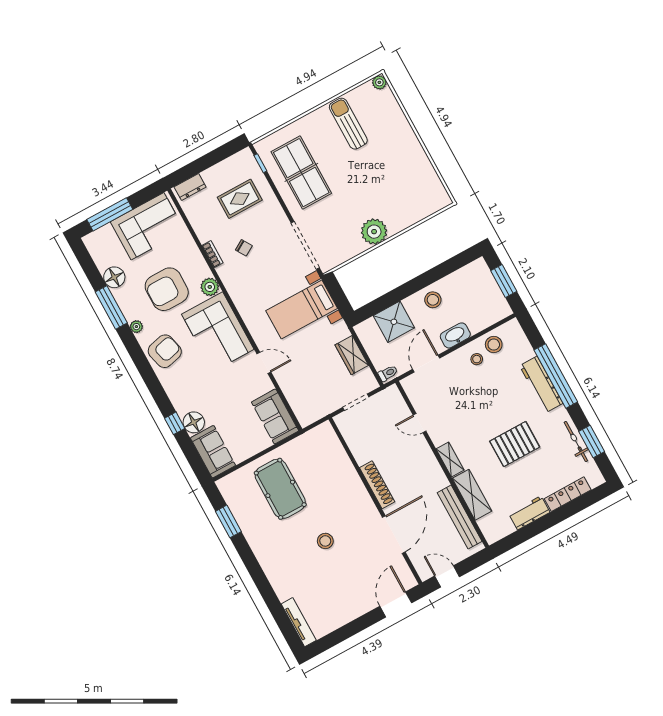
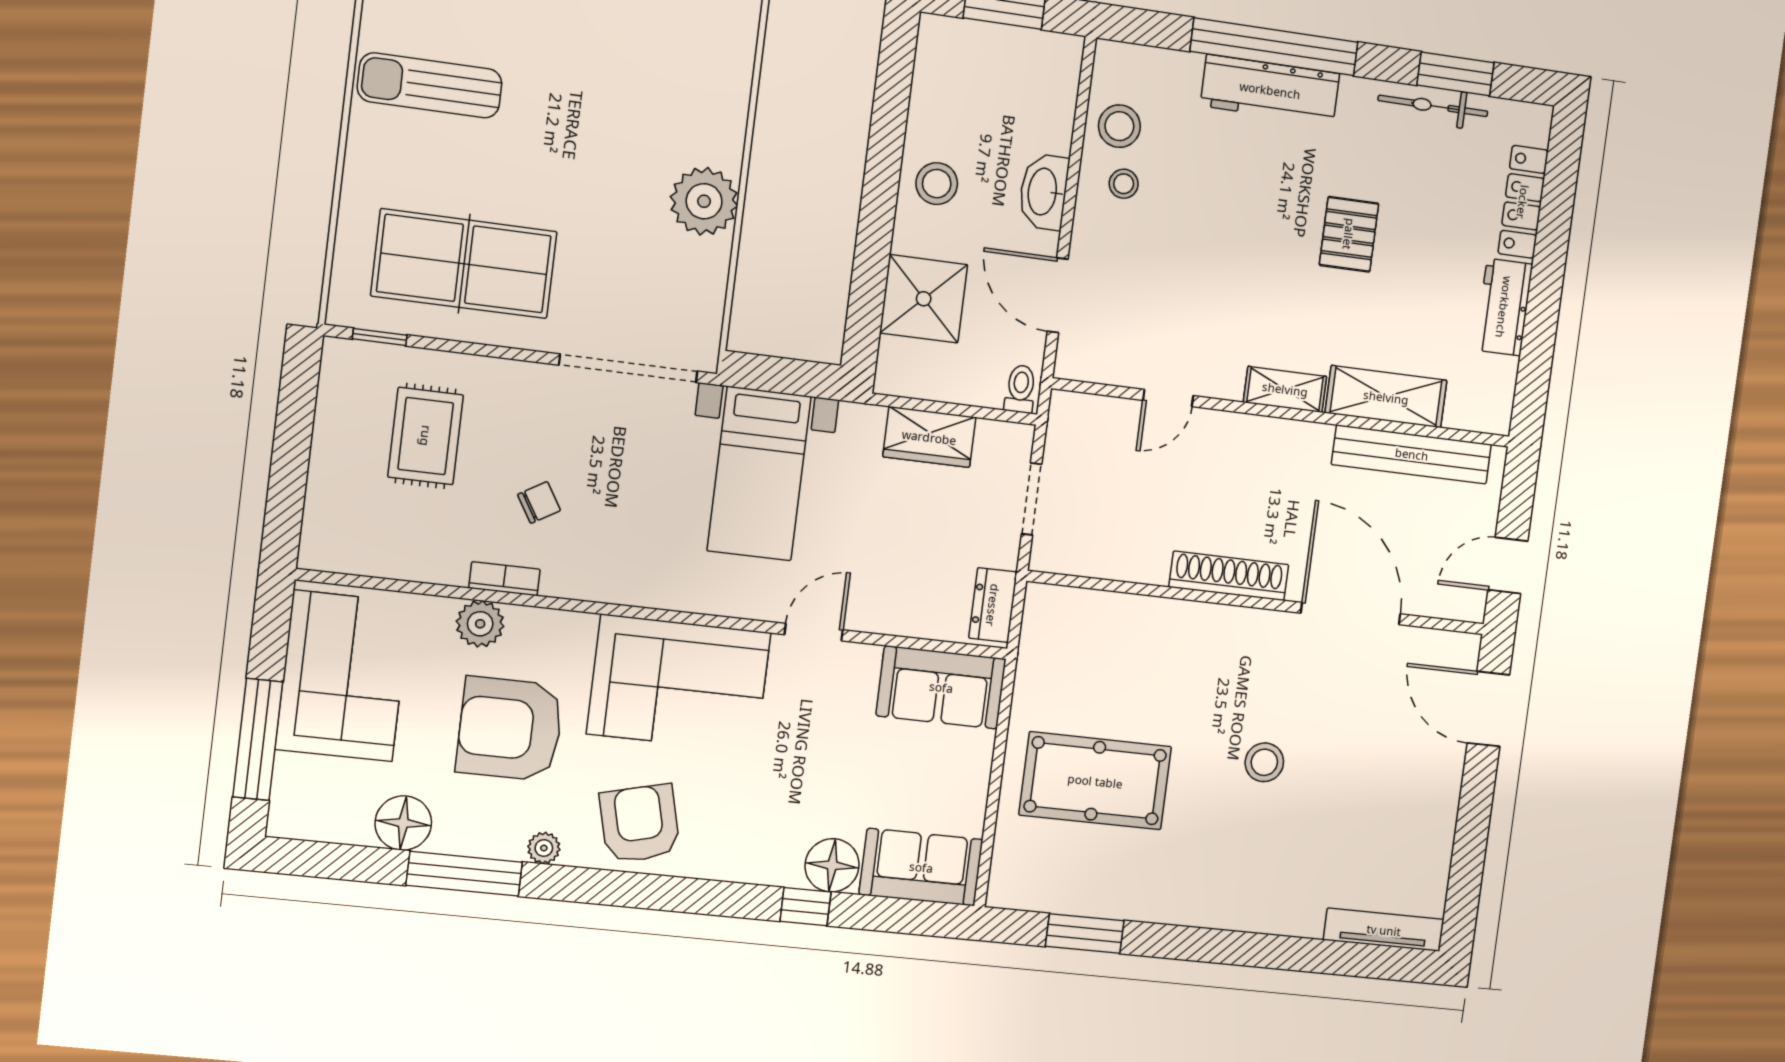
dresser: (190, 187) -> (993, 605), moved, turned 180
plant: (210, 287) -> (480, 624), moved
armchair: (167, 289) -> (510, 729), turned 90
pallet: (515, 444) -> (1349, 234), width x0.67, depth x0.71

